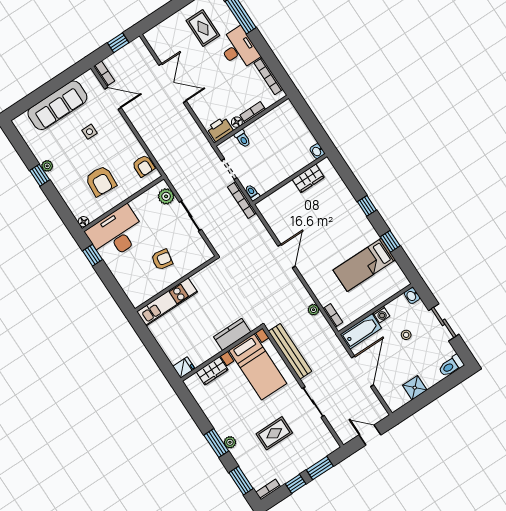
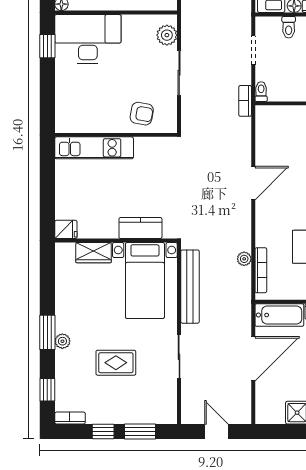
bookcase: (242, 200) -> (245, 101), width x0.64
armchair: (162, 260) -> (142, 114), moved
bookcase: (333, 315) -> (261, 270), width x1.56
window: (241, 481) -> (47, 390), width x0.67

